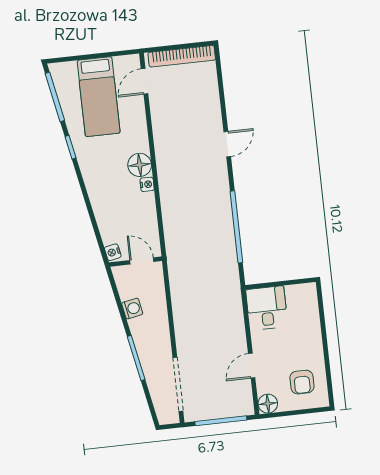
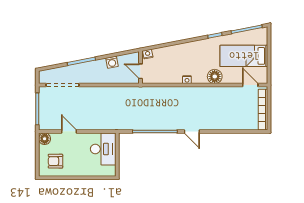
door: (227, 144) -> (192, 131), moved
floor lamp: (140, 165) -> (215, 76), moved
door: (142, 261) -> (140, 71), swing flipped
desk: (267, 308) -> (103, 149), width x1.37

